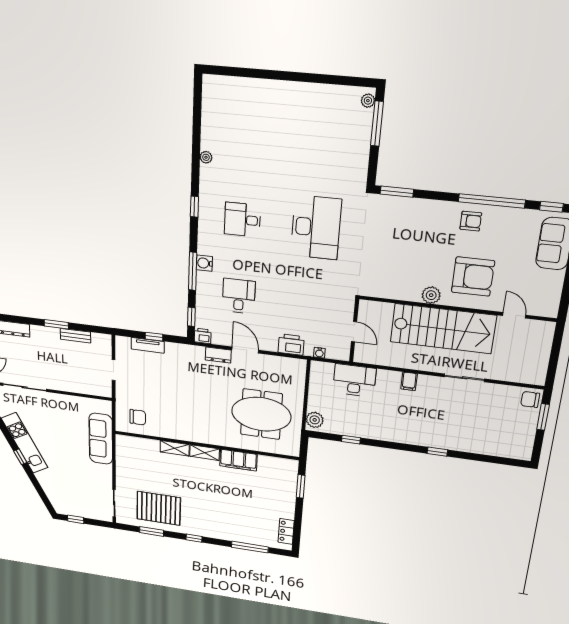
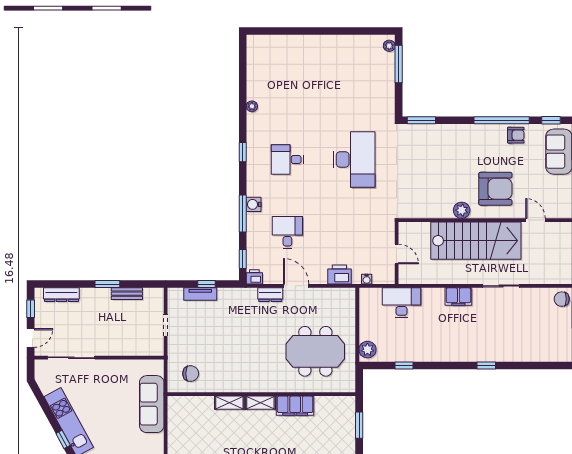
armchair: (471, 221) -> (516, 135), moved
filing cabinet: (409, 381) -> (458, 297), width x2.00

